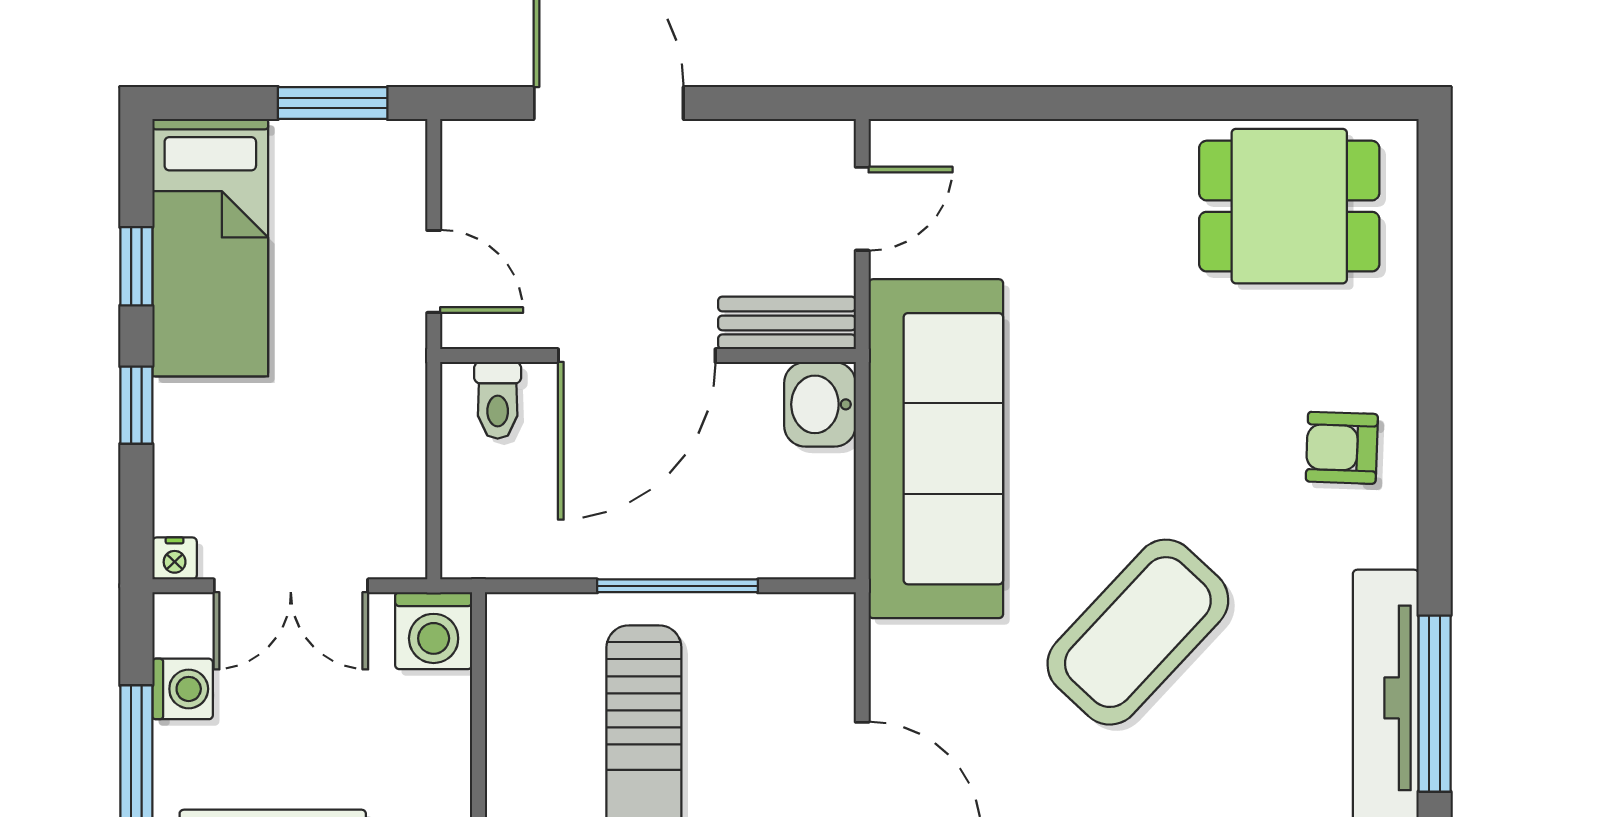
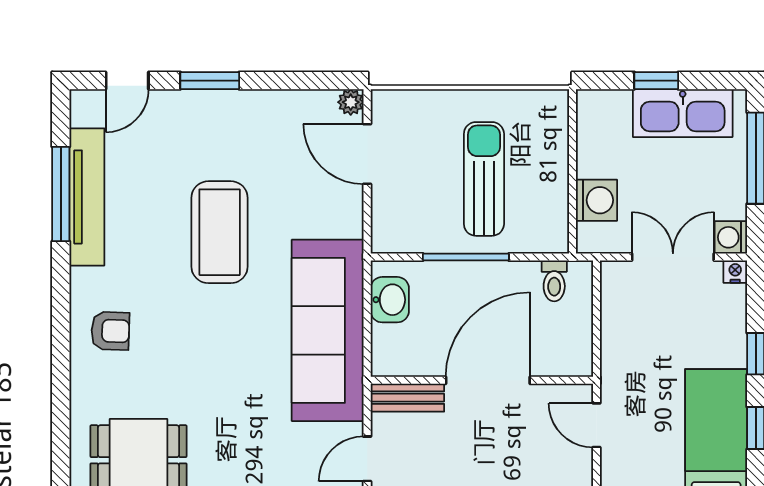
toilet: (498, 400) -> (554, 281), moved, turned 180
washbasin: (820, 404) -> (390, 300), moved
washing machine: (434, 631) -> (597, 200), moved, turned 90
coffee table: (1138, 632) -> (220, 232), turned -43
washing machine: (183, 689) -> (731, 237), moved

